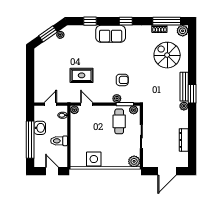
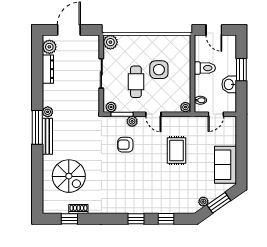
window: (126, 21) -> (136, 219), moved
window: (167, 21) -> (69, 219), width x0.46
plant: (183, 31) -> (49, 47), moved
sofa: (111, 34) -> (225, 165), moved, turned -90
rug: (82, 75) -> (177, 150), turned 90
window: (192, 94) -> (37, 127), width x1.44
door: (87, 104) -> (153, 114), moved
cafe table: (119, 121) -> (136, 82), moved
window: (30, 140) -> (241, 70), width x0.47
side table: (94, 159) -> (159, 70), moved

